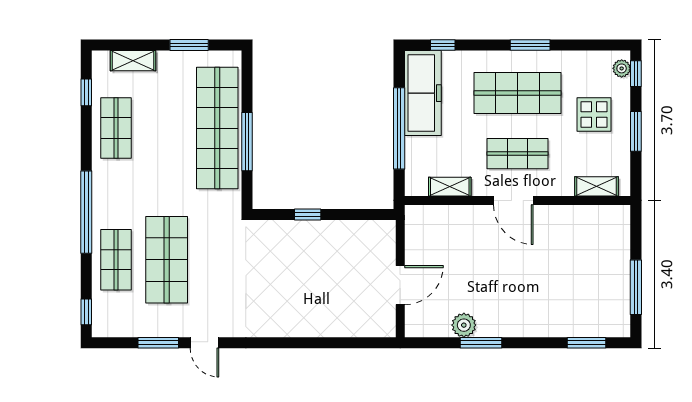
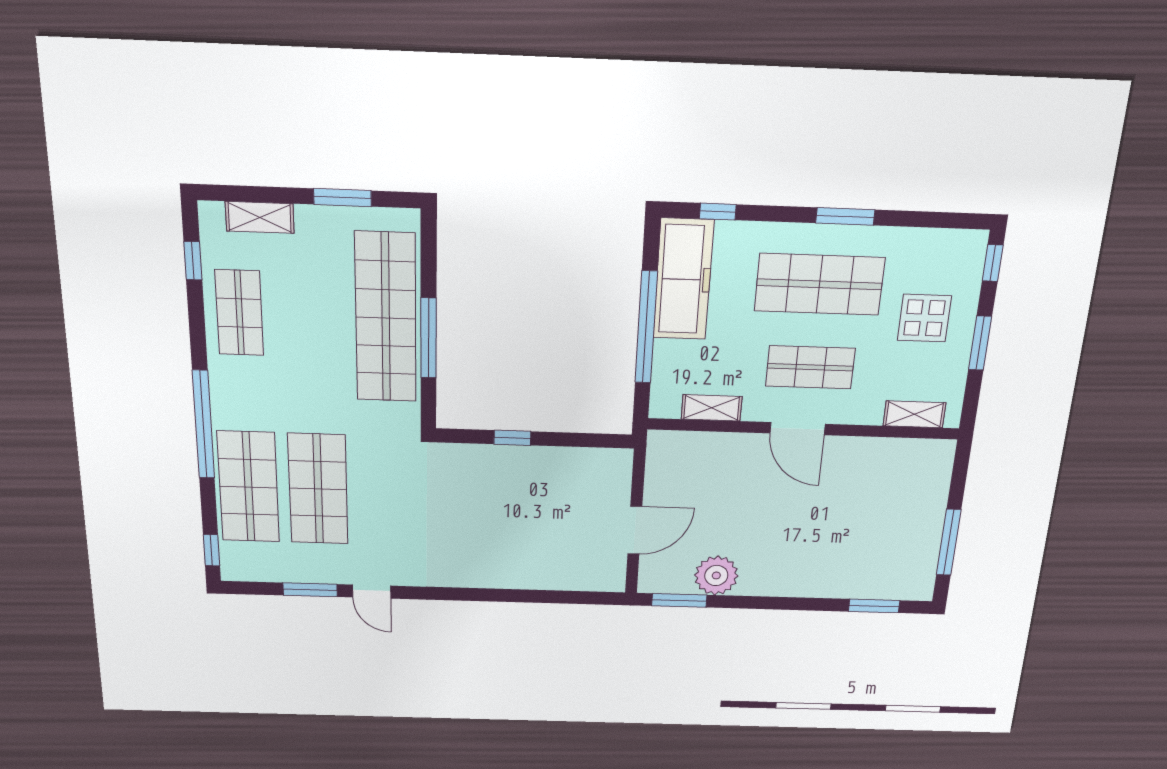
plant: (622, 68) -> (973, 255), removed
shop shelf: (116, 260) -> (248, 487), width x1.43, depth x1.36
plant: (464, 325) -> (716, 575), width x1.36, depth x1.36
window: (481, 343) -> (679, 600), moved

